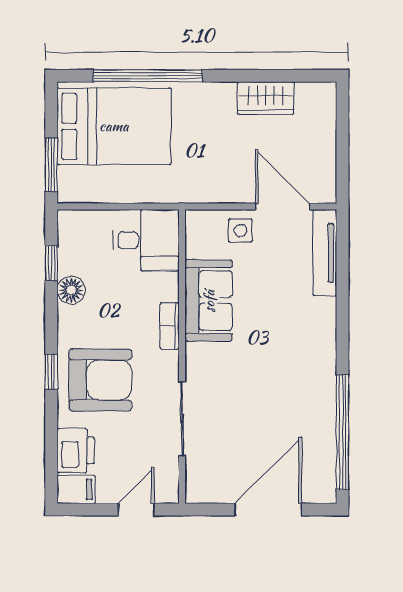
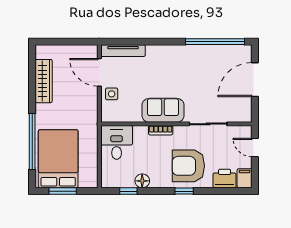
wardrobe: (266, 98) -> (44, 81), width x1.50
window: (51, 164) -> (63, 191), moved
door: (282, 206) -> (99, 72), hinge flipped
sofa: (209, 301) -> (163, 110), moved
armchair: (100, 380) -> (188, 166), turned -90
door: (268, 510) -> (255, 80), hinge flipped

